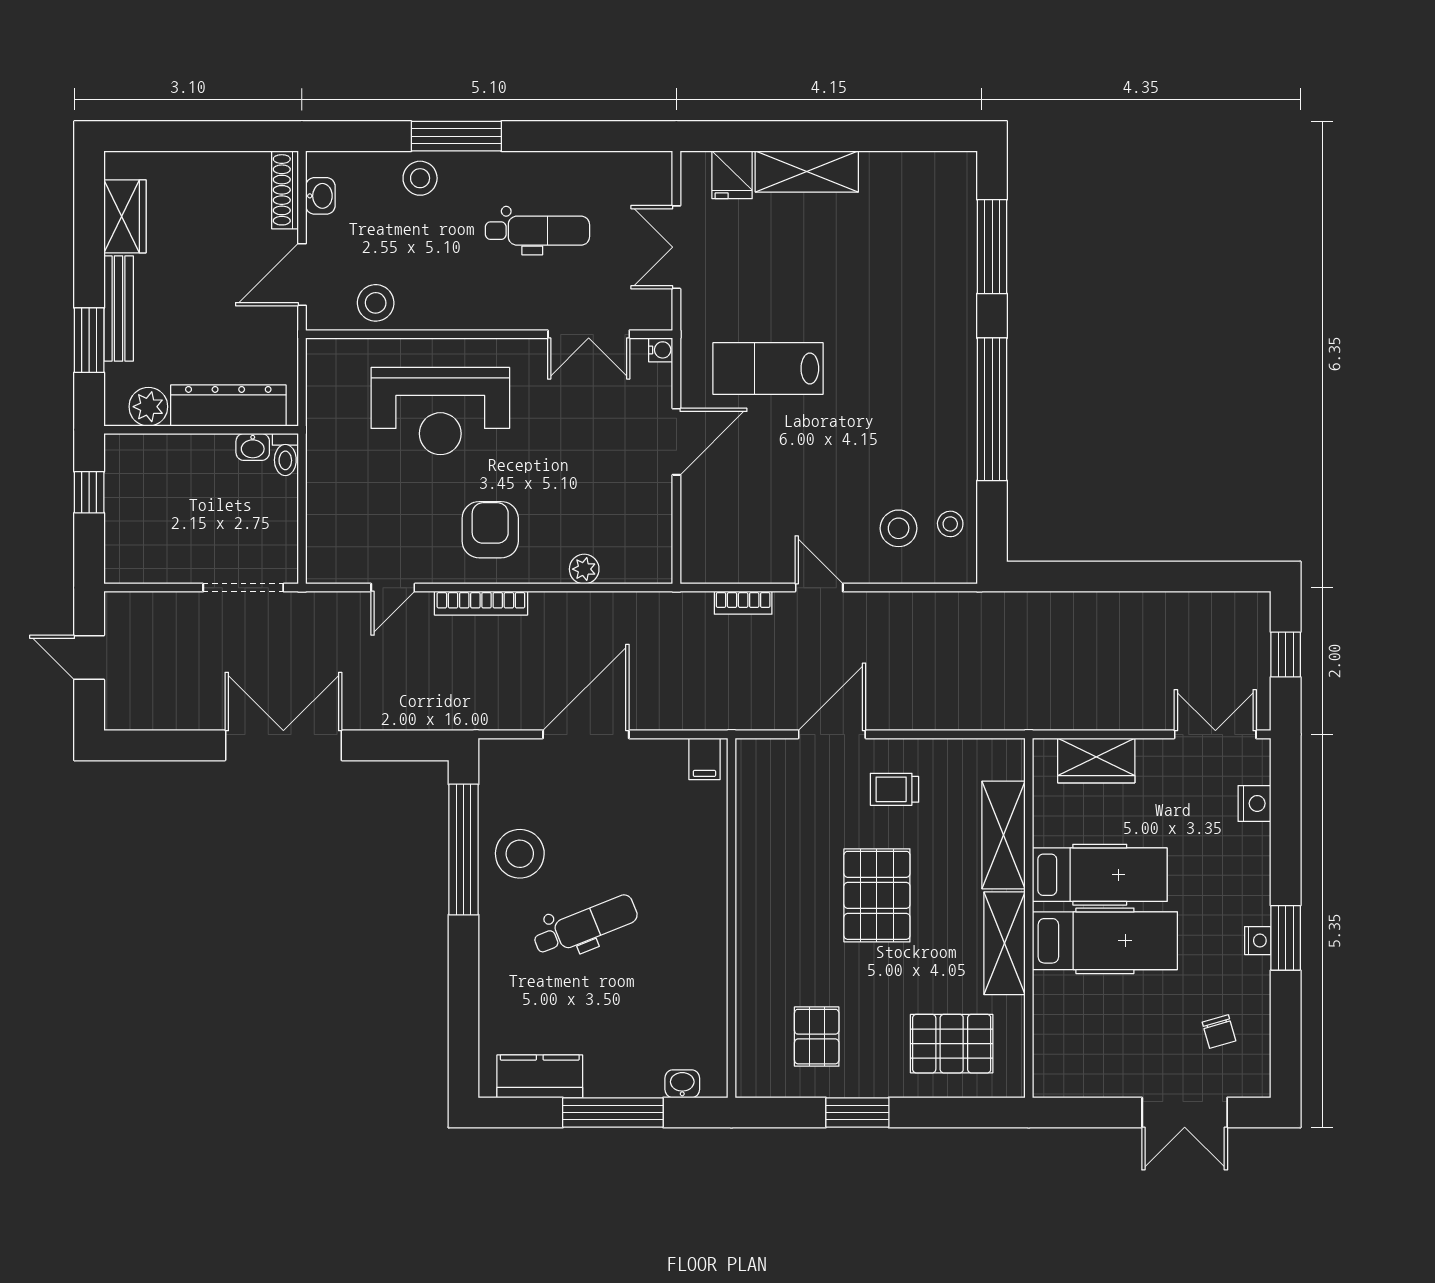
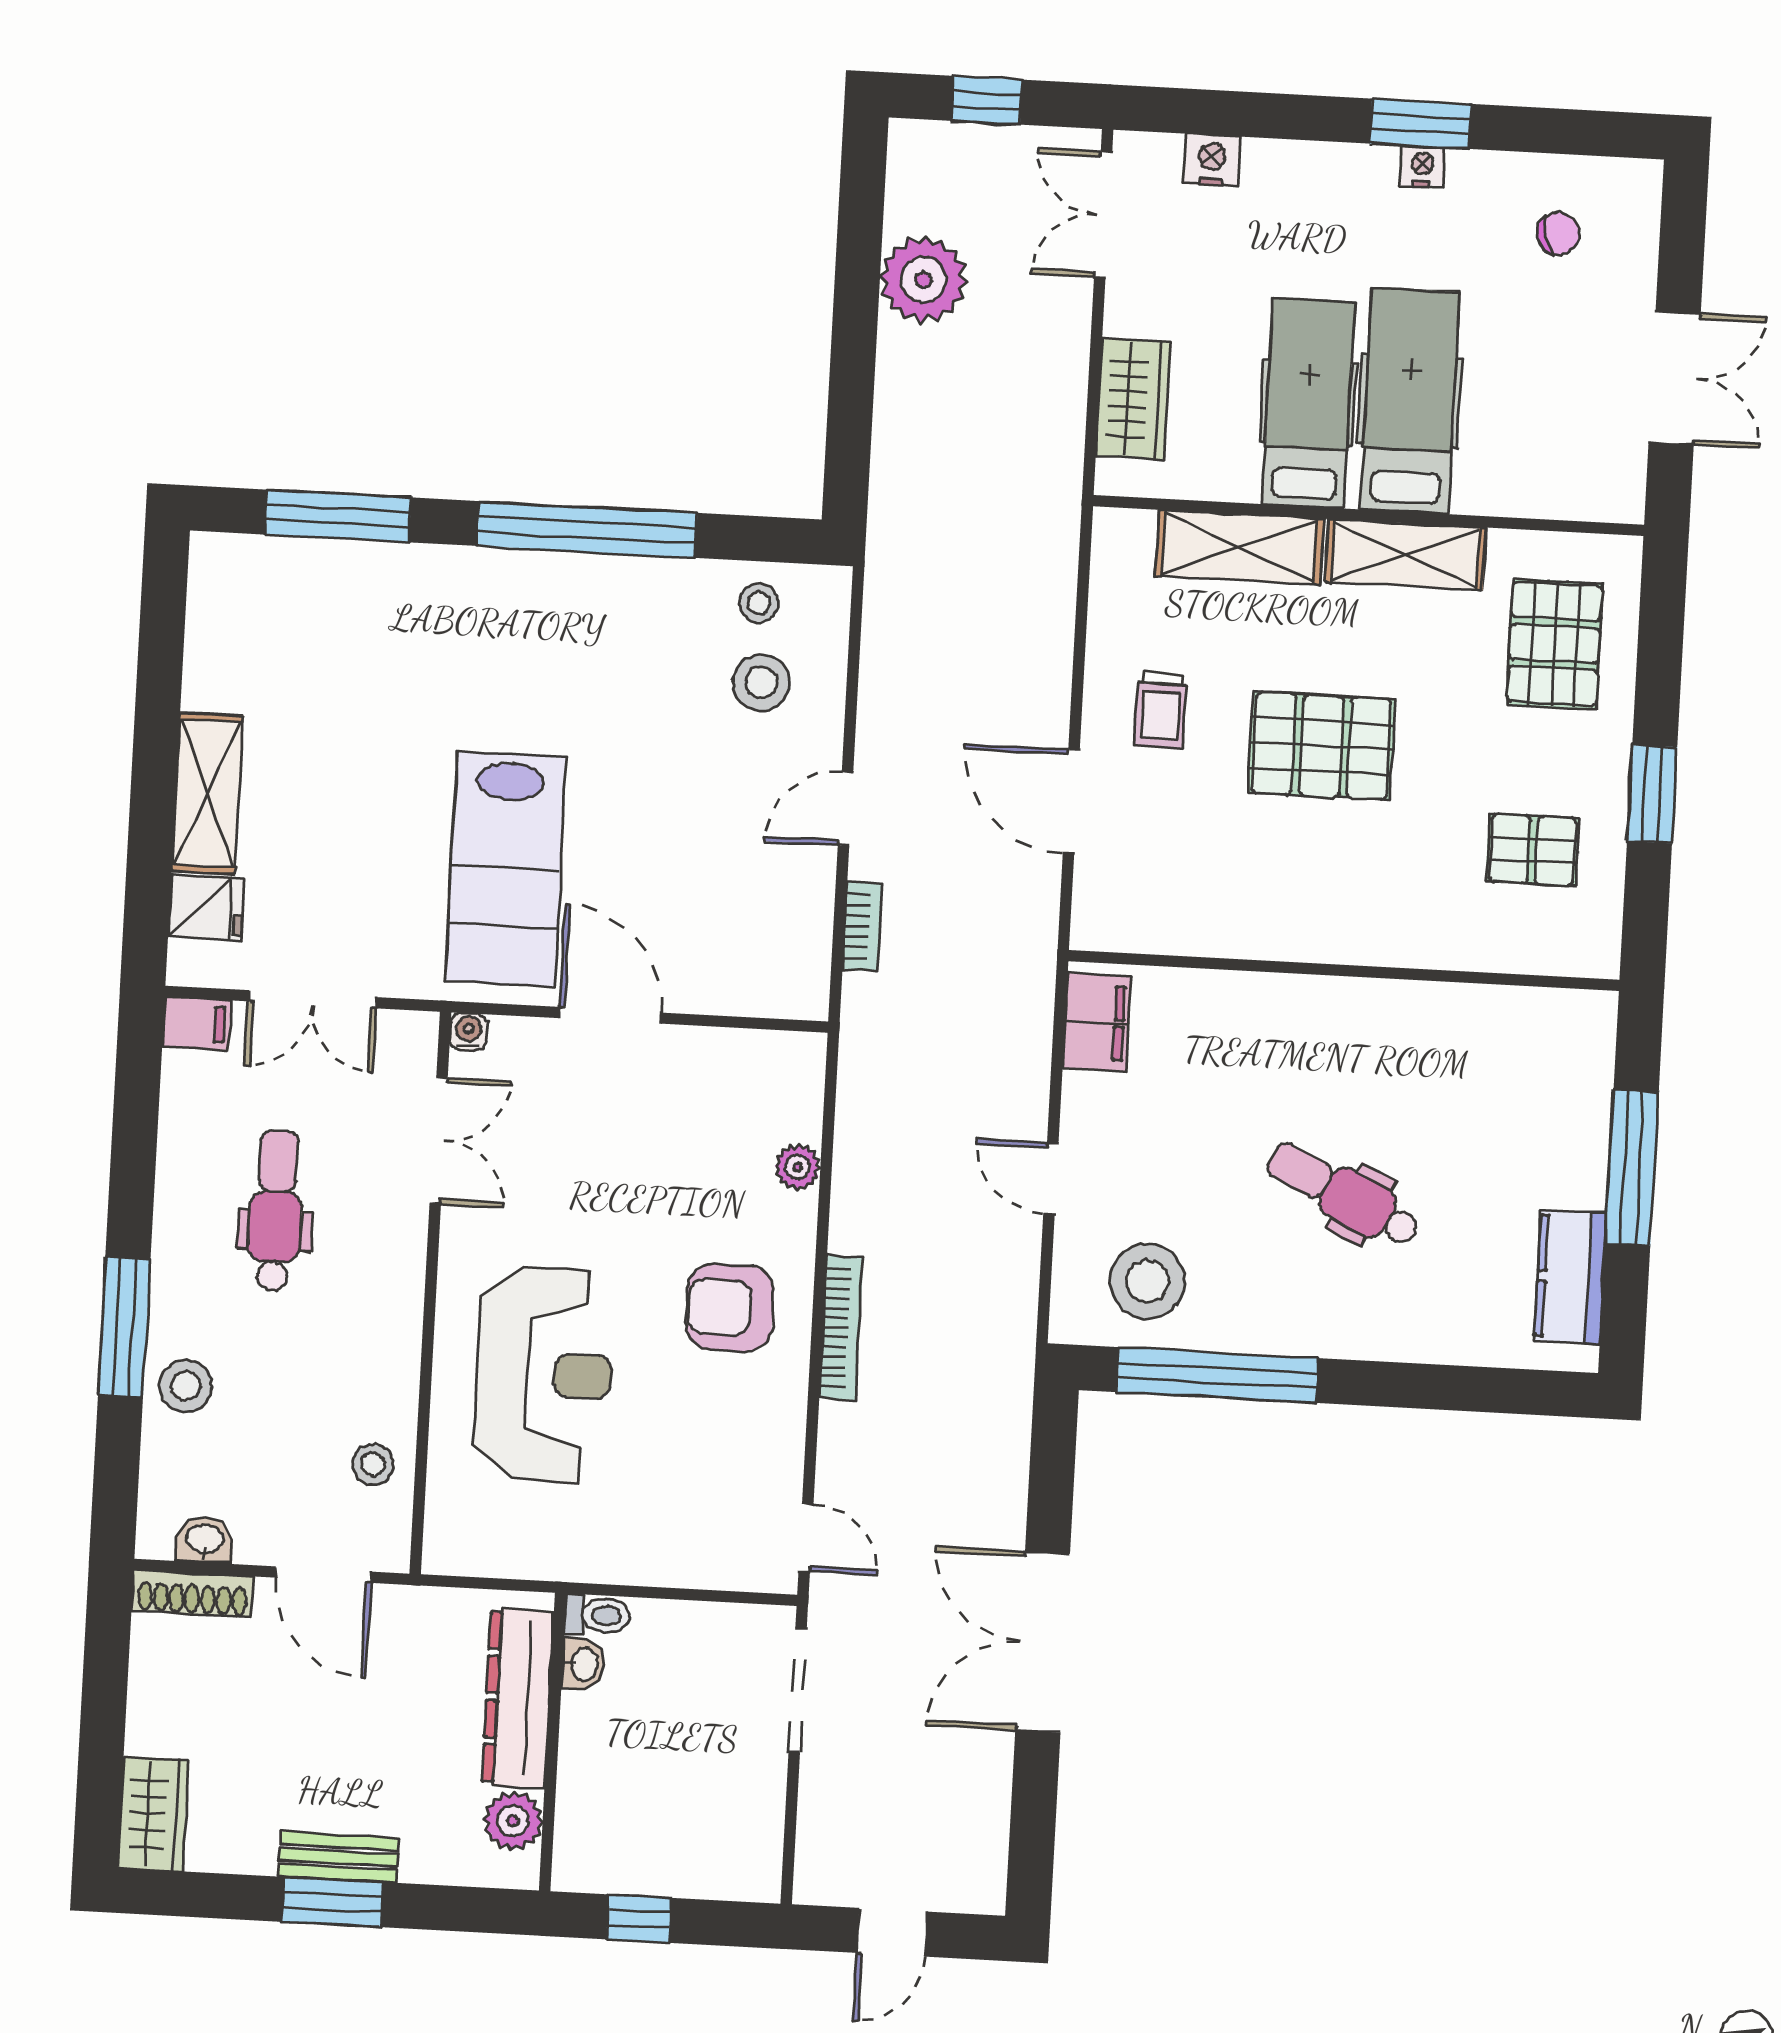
filing cabinet: (657, 172) -> (196, 1023), added
wardrobe: (125, 216) -> (153, 1814), moved, turned 90
stool: (376, 303) -> (373, 1464), width x0.73, depth x0.73
bench: (119, 308) -> (339, 1857), width x0.73
window: (89, 340) -> (332, 1902), moved
lab bench: (768, 368) -> (506, 869), width x1.36, depth x1.39
door: (393, 588) -> (806, 1538), moved
plant: (1167, 620) -> (923, 280), added
door: (586, 734) -> (1051, 1178), width x0.53
filing cabinet: (704, 759) -> (1097, 1022), width x2.00
stool: (520, 854) -> (1147, 1281), moved
dental chair: (585, 926) -> (1344, 1195), turned -42
washbasin: (682, 1084) -> (1594, 1060), removed
double door: (1185, 1112) -> (1675, 378), moved

